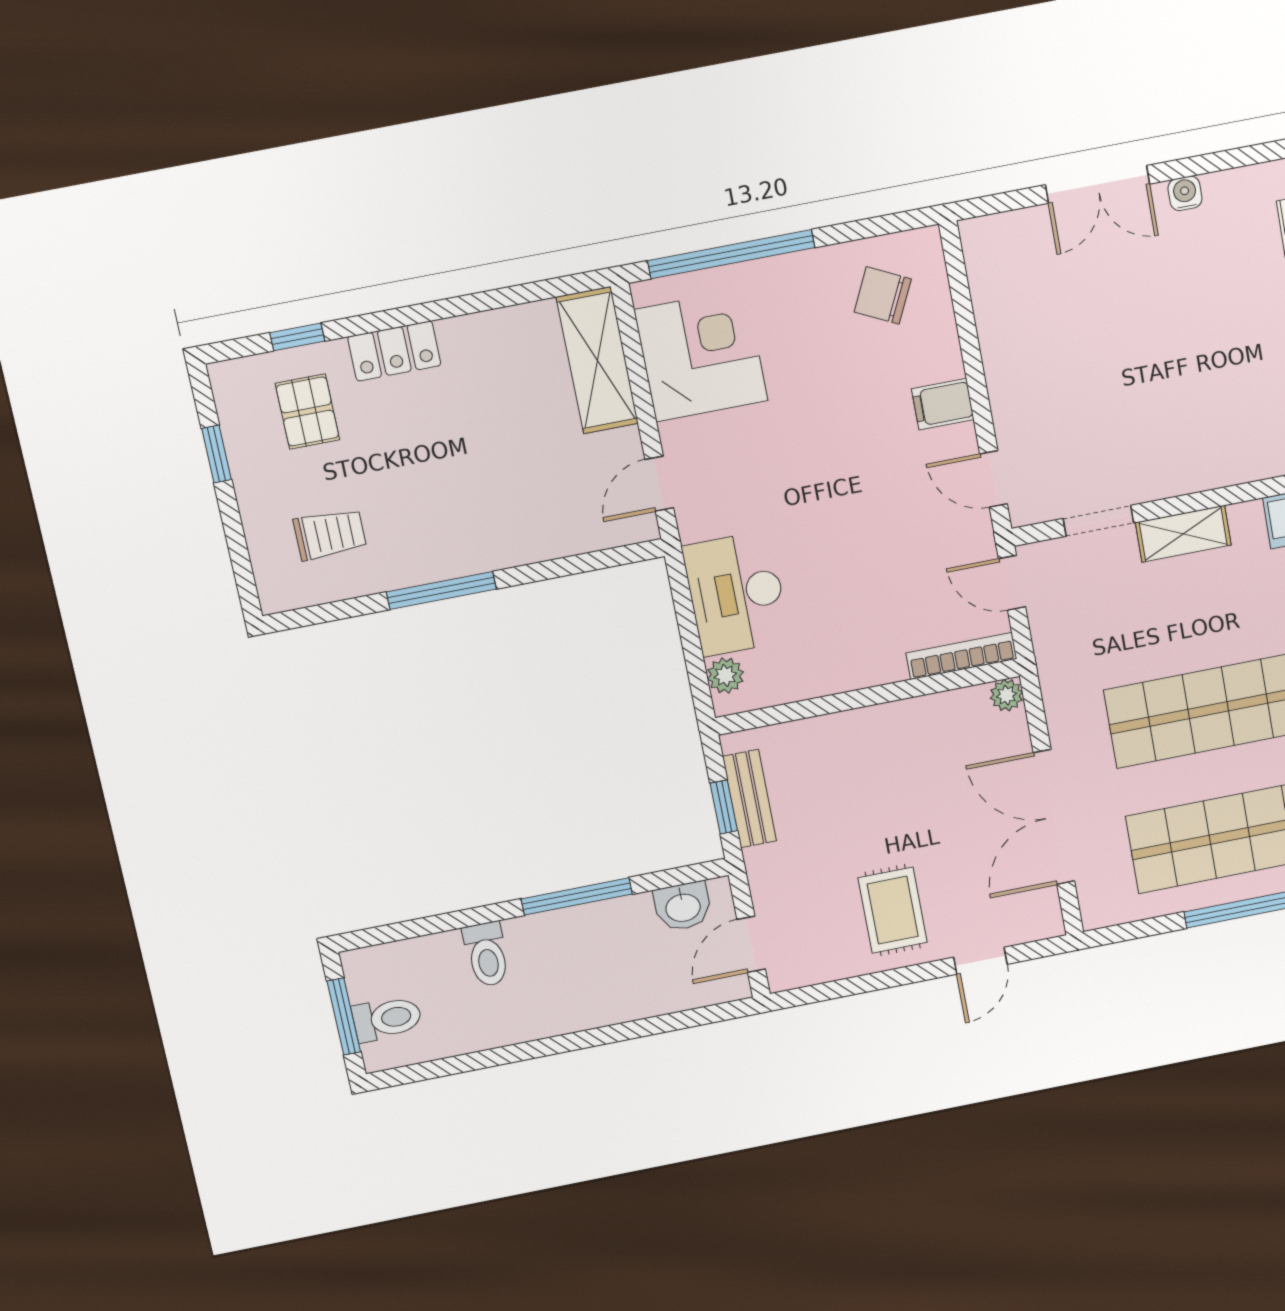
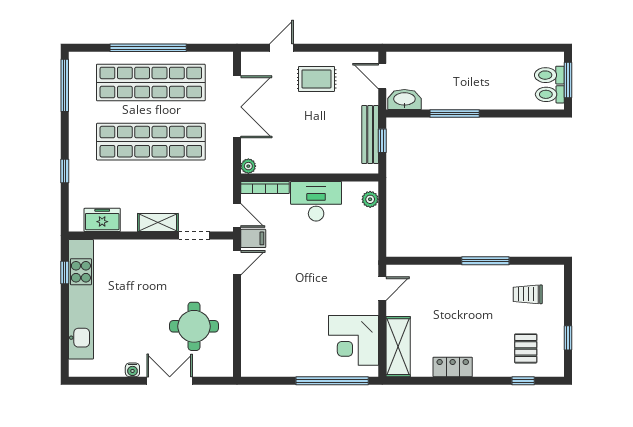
chair: (883, 296) -> (271, 351), removed
round table: (1064, 318) -> (194, 326), added
locker: (394, 351) -> (453, 367), moved
filing cabinet: (943, 404) -> (253, 238), moved
door: (994, 479) -> (237, 263), hinge flipped
desk: (736, 594) -> (316, 201), moved, turned -90
bench: (750, 799) -> (370, 134), width x1.36
washbasin: (683, 907) -> (404, 100), width x1.38
rug: (893, 910) -> (316, 79), turned 90
door: (751, 944) -> (382, 76), swing flipped
toilet: (487, 954) -> (550, 94), moved, turned -90

